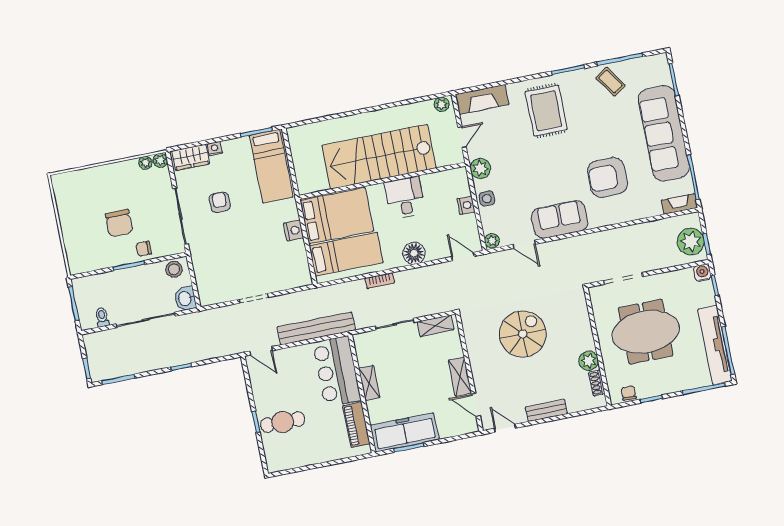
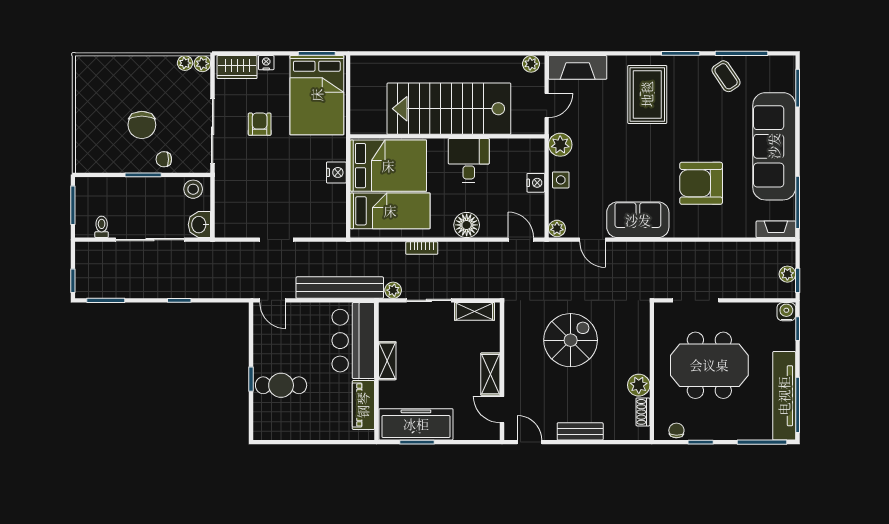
bed: (271, 166) -> (317, 95), width x1.50
plant: (691, 242) -> (787, 274), width x0.53, depth x0.53
plant: (362, 322) -> (393, 290), added

